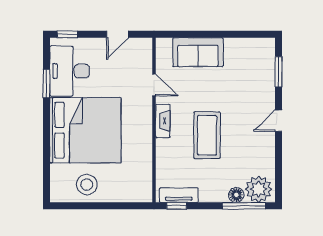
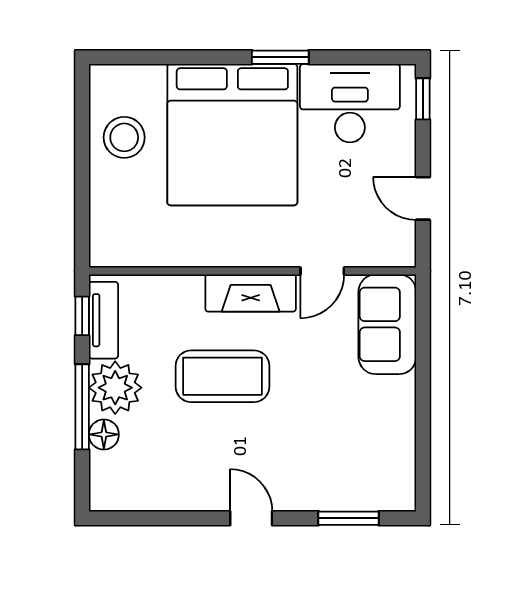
sofa: (198, 52) -> (387, 324), moved
window: (46, 84) -> (280, 57), moved
fireplace: (163, 121) -> (251, 293), width x1.37, depth x1.32
plant: (259, 189) -> (115, 388), moved
window: (244, 206) -> (82, 407), moved

